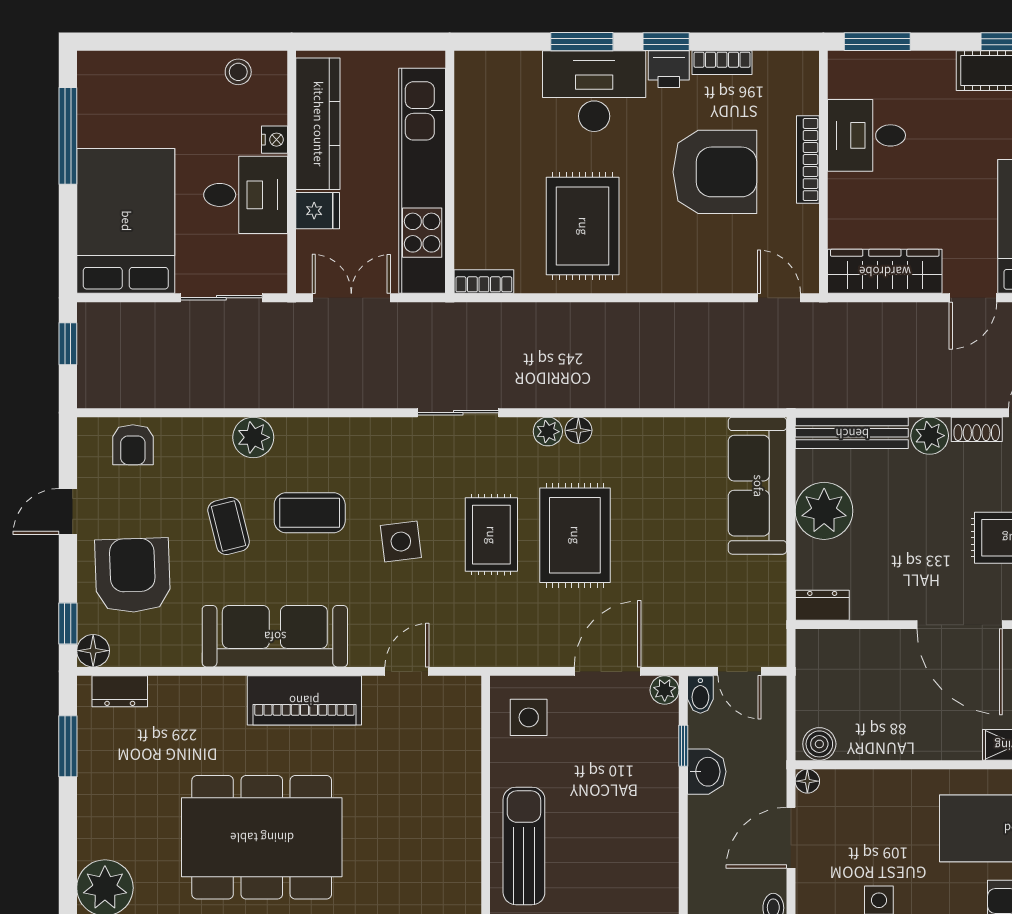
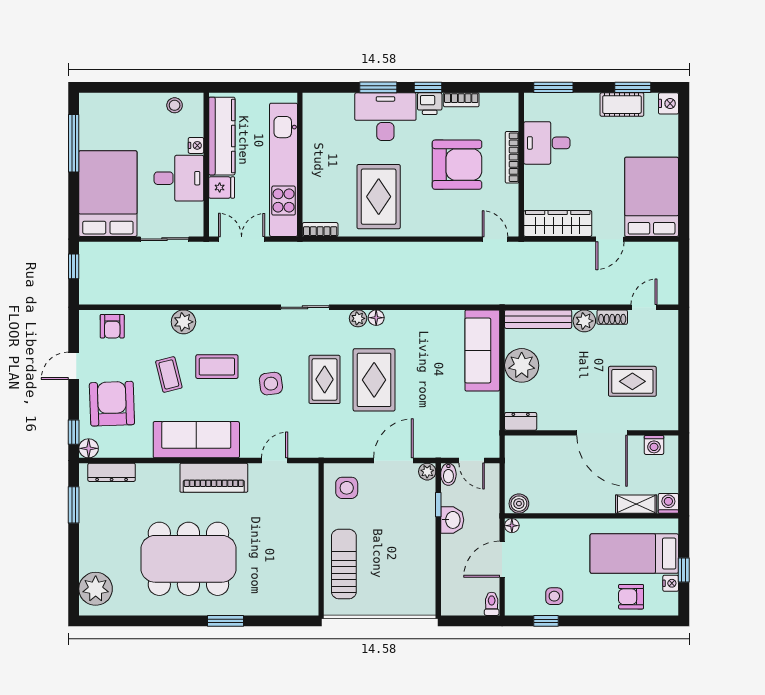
dresser: (120, 691) -> (112, 472), width x1.44

